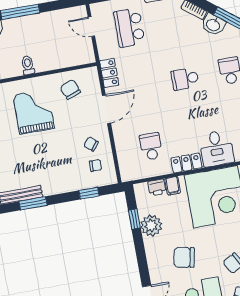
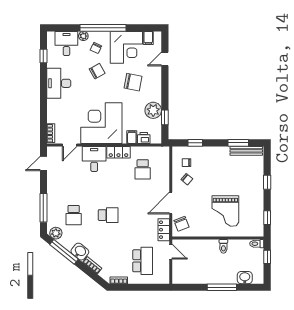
door: (91, 27) -> (171, 252), moved
chair: (70, 89) -> (182, 224), moved

